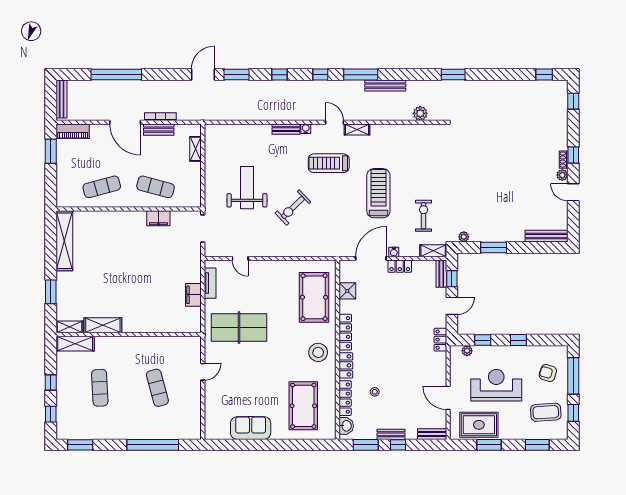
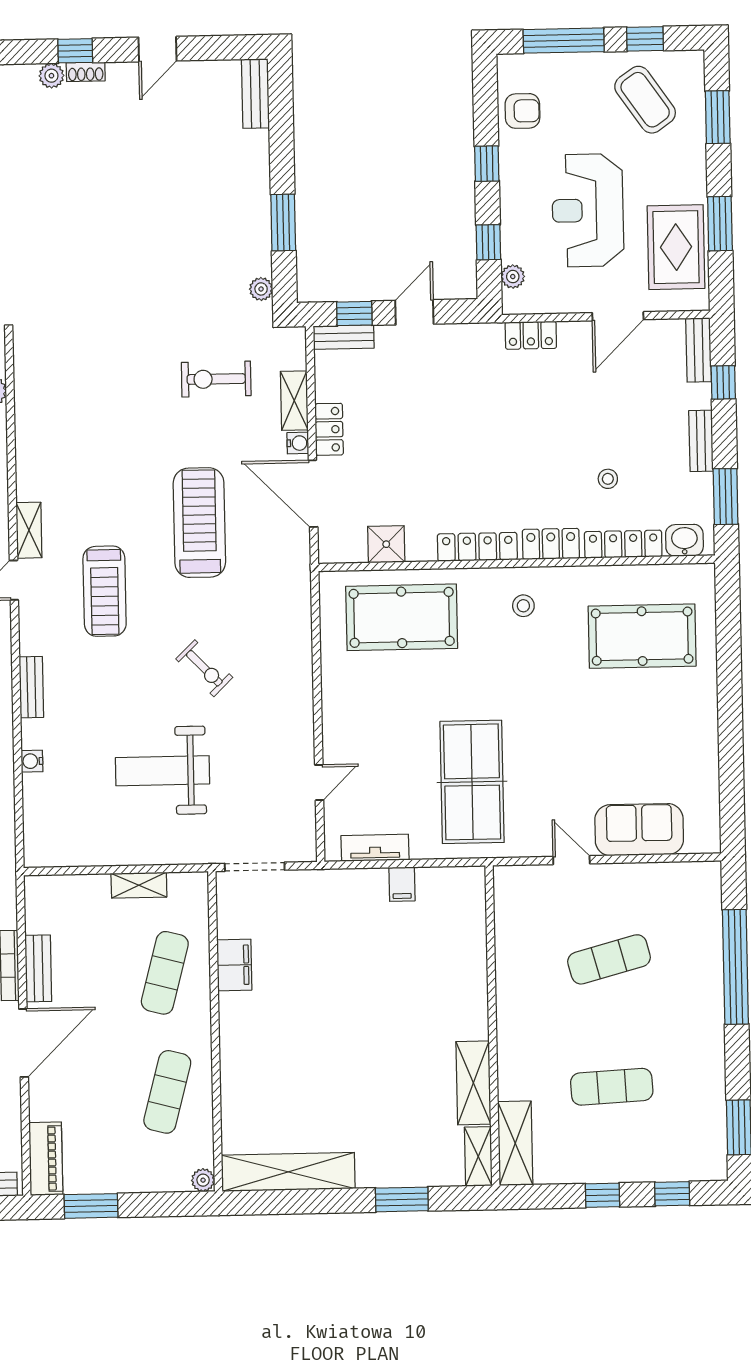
water cooler: (306, 129) -> (32, 761), moved
shelving: (195, 149) -> (139, 885), moved
plant: (562, 175) -> (51, 76), moved
exercise mat: (102, 187) -> (167, 1092), turned 30
treadmill: (378, 193) -> (199, 523), moved, turned 90
plant: (61, 202) -> (203, 1180), added
exercise bike: (293, 208) -> (204, 668), width x0.73, depth x0.72
bench: (547, 236) -> (255, 93), width x0.73
shelving: (433, 251) -> (294, 401), moved
filing cabinet: (193, 295) -> (402, 884), width x0.50
door: (452, 306) -> (414, 312), hinge flipped
locker: (440, 340) -> (531, 335), moved
stool: (318, 352) -> (523, 606), width x0.53, depth x0.53
armchair: (548, 373) -> (522, 111), moved, turned -107
coffee table: (546, 412) -> (645, 100), turned -31
sofa: (251, 428) -> (639, 830), moved, turned 90
window: (398, 445) -> (723, 382), moved

